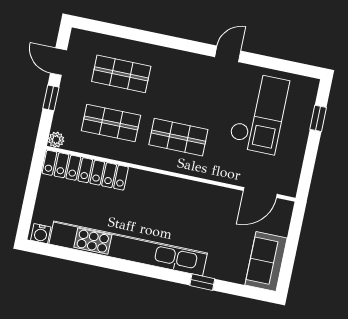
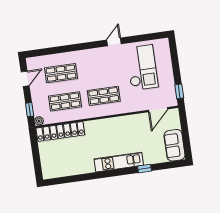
door: (58, 62) -> (25, 79), swing flipped
window: (51, 98) -> (30, 110), moved
window: (318, 118) -> (179, 91), moved
water cooler: (41, 234) -> (49, 174), removed
kitchen unit: (128, 249) -> (119, 162), width x0.54

